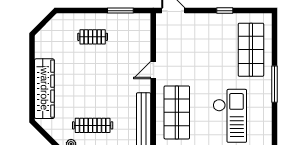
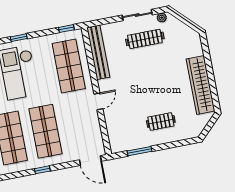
shop shelf: (214, 50) -> (45, 131), added
wardrobe: (44, 89) -> (201, 85), moved

